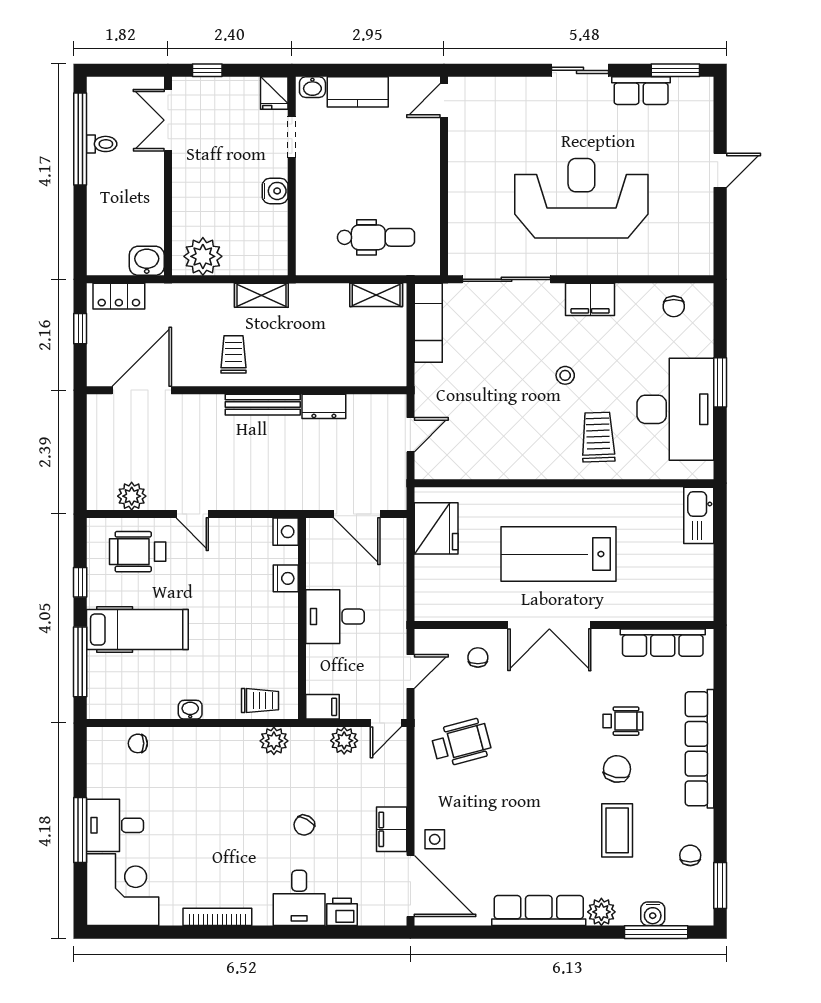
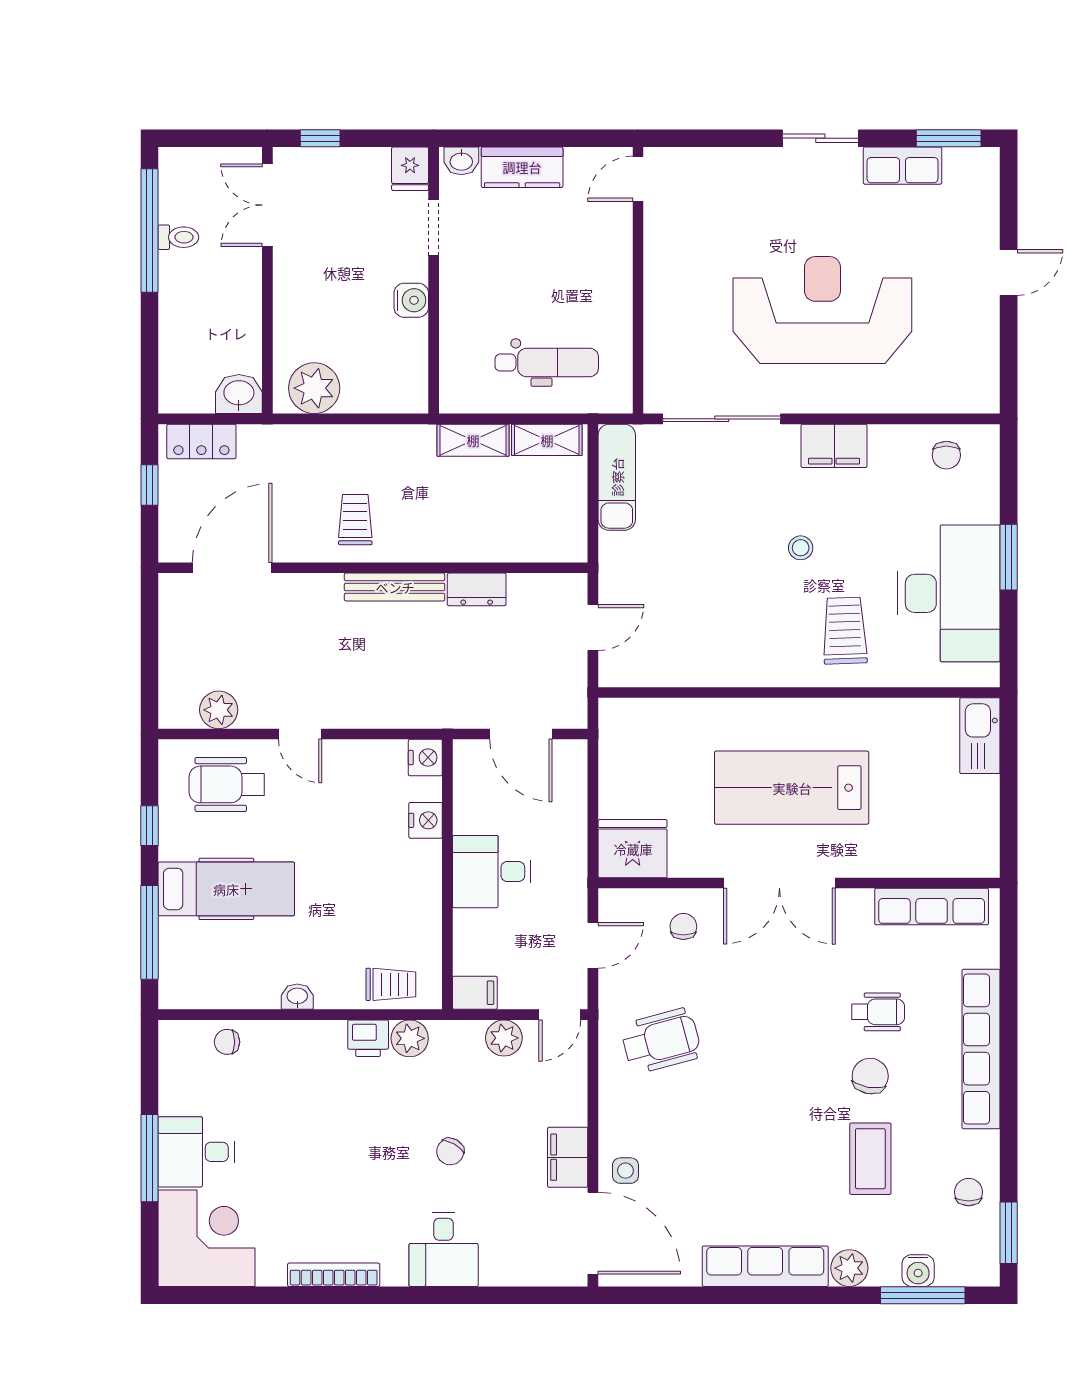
shelving: (261, 295) -> (473, 440), moved
fridge: (436, 528) -> (633, 849), moved, turned -90
printer: (342, 912) -> (368, 1038), moved, turned 180

